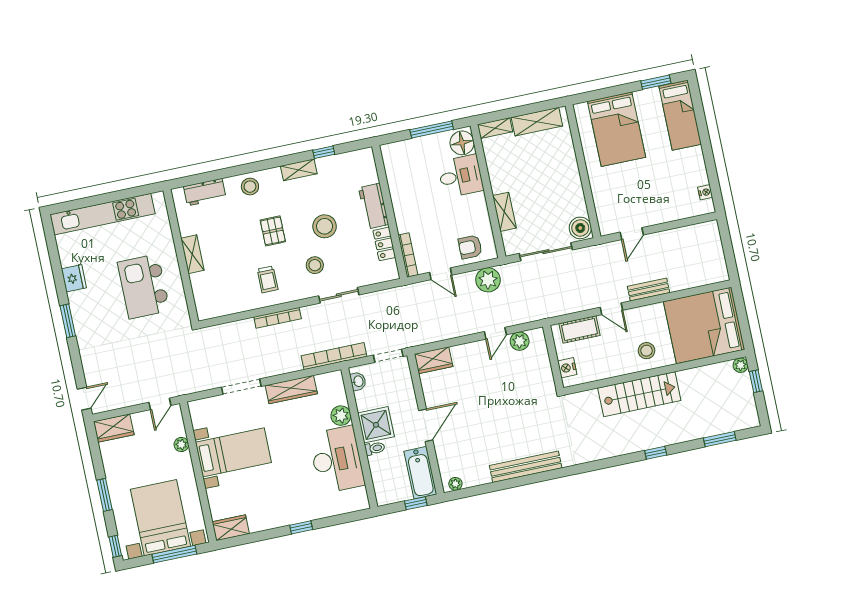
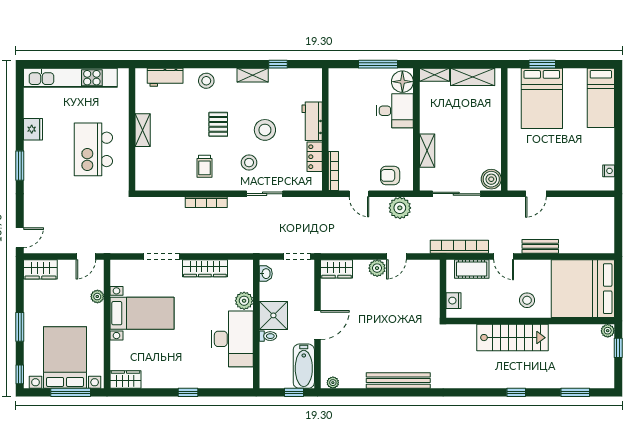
window: (656, 82) -> (542, 64), moved
plant: (520, 341) -> (377, 268), moved
bookcase: (334, 356) -> (459, 247), moved

